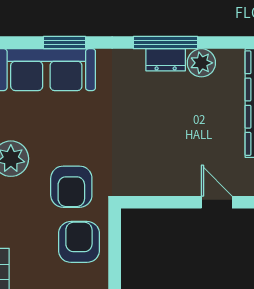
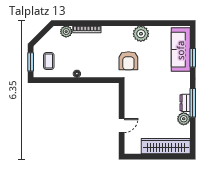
armchair: (71, 187) -> (128, 61), turned -90
armchair: (79, 242) -> (104, 64), removed

